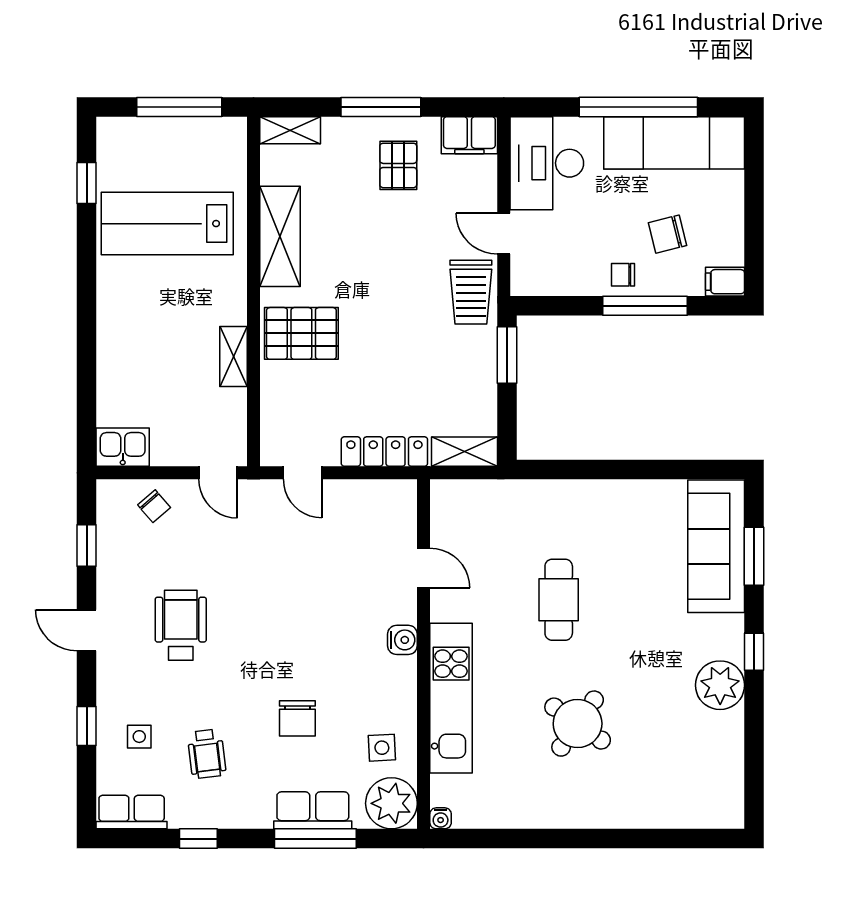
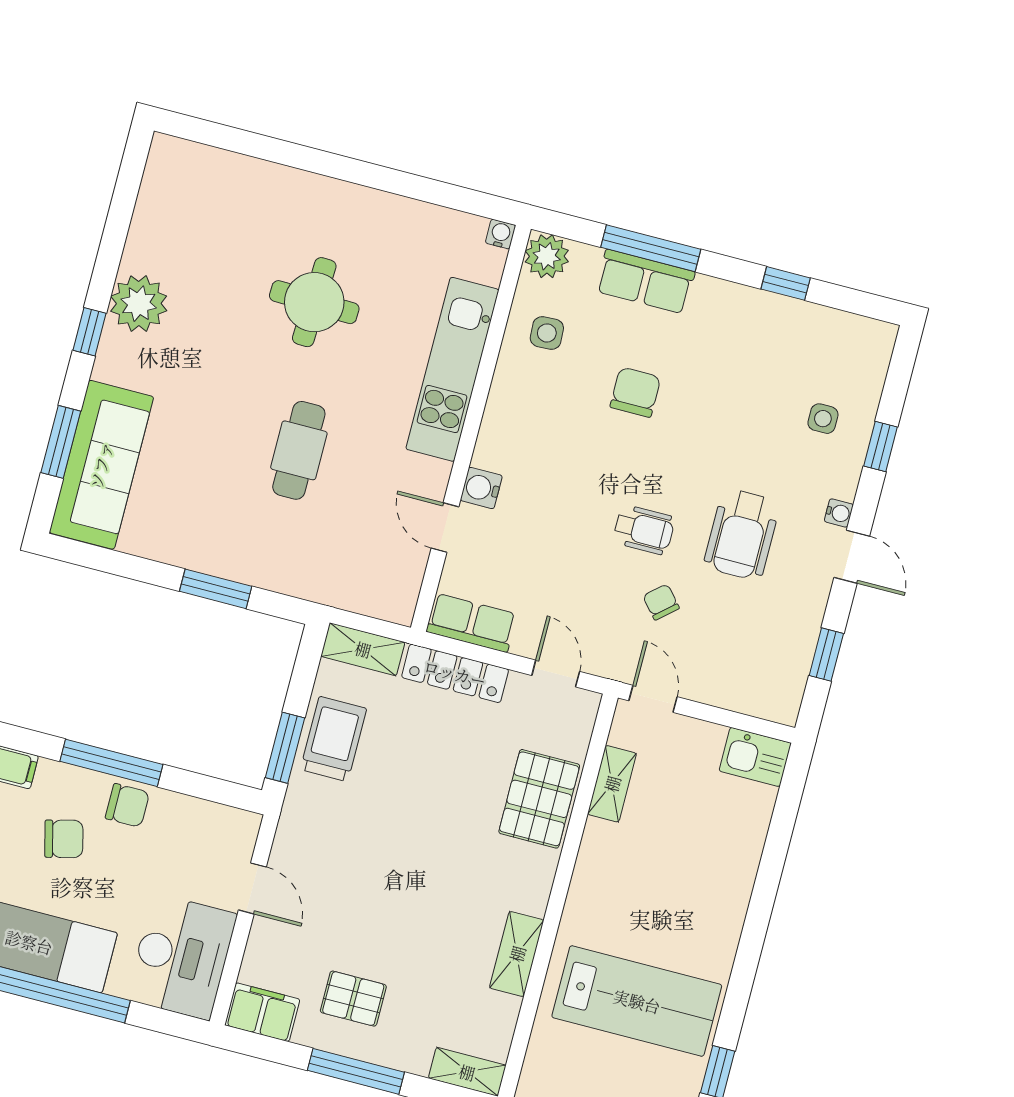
pallet: (398, 165) -> (353, 999), turned 90
shelving: (280, 236) -> (517, 954), width x0.67, depth x0.75
chair: (623, 275) -> (127, 805), width x1.37, depth x1.37
trolley: (471, 292) -> (333, 739), moved
pallet: (301, 333) -> (539, 799), moved, turned 90
shelving: (233, 356) -> (612, 784), moved
window: (597, 470) -> (216, 589), added
chair: (154, 506) -> (661, 602), moved
water cooler: (402, 640) -> (481, 488), moved
water cooler: (106, 663) -> (839, 513), added
round table: (578, 724) -> (314, 302), turned -33
wheelchair: (207, 754) -> (644, 530), moved, turned 97
plant: (391, 803) -> (547, 256), width x0.73, depth x0.73
row of seats: (132, 812) -> (472, 623), moved, turned 180

